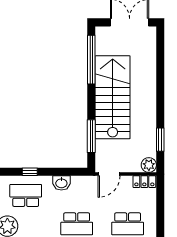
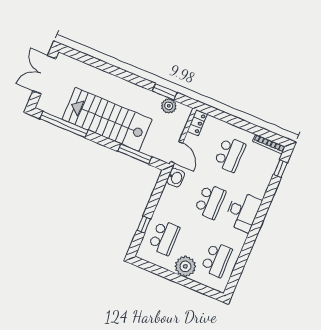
plant: (149, 165) -> (169, 106), moved
washbasin: (61, 183) -> (176, 178), moved
school desk: (26, 195) -> (164, 238), turned 180

